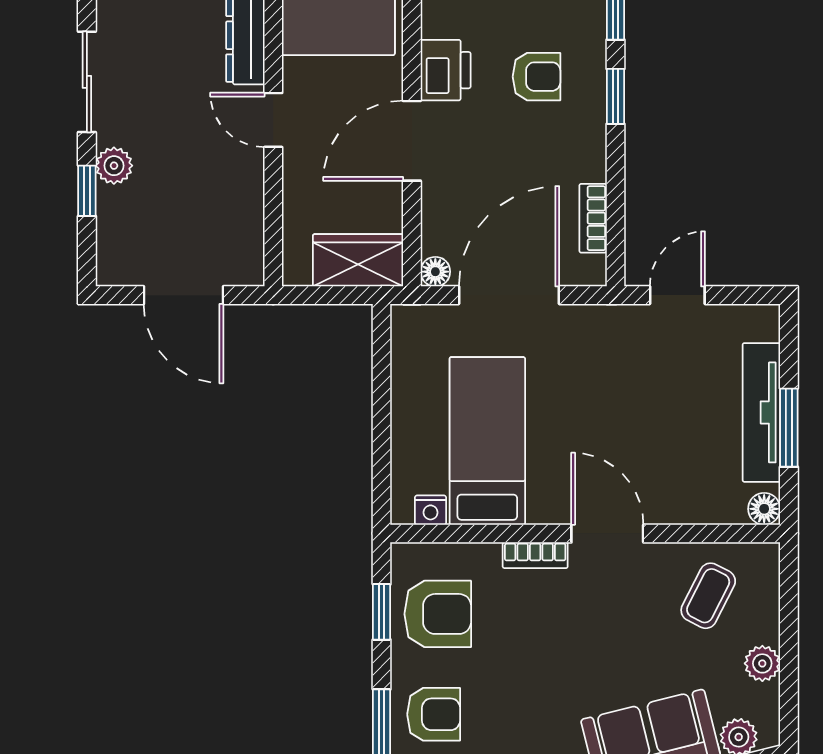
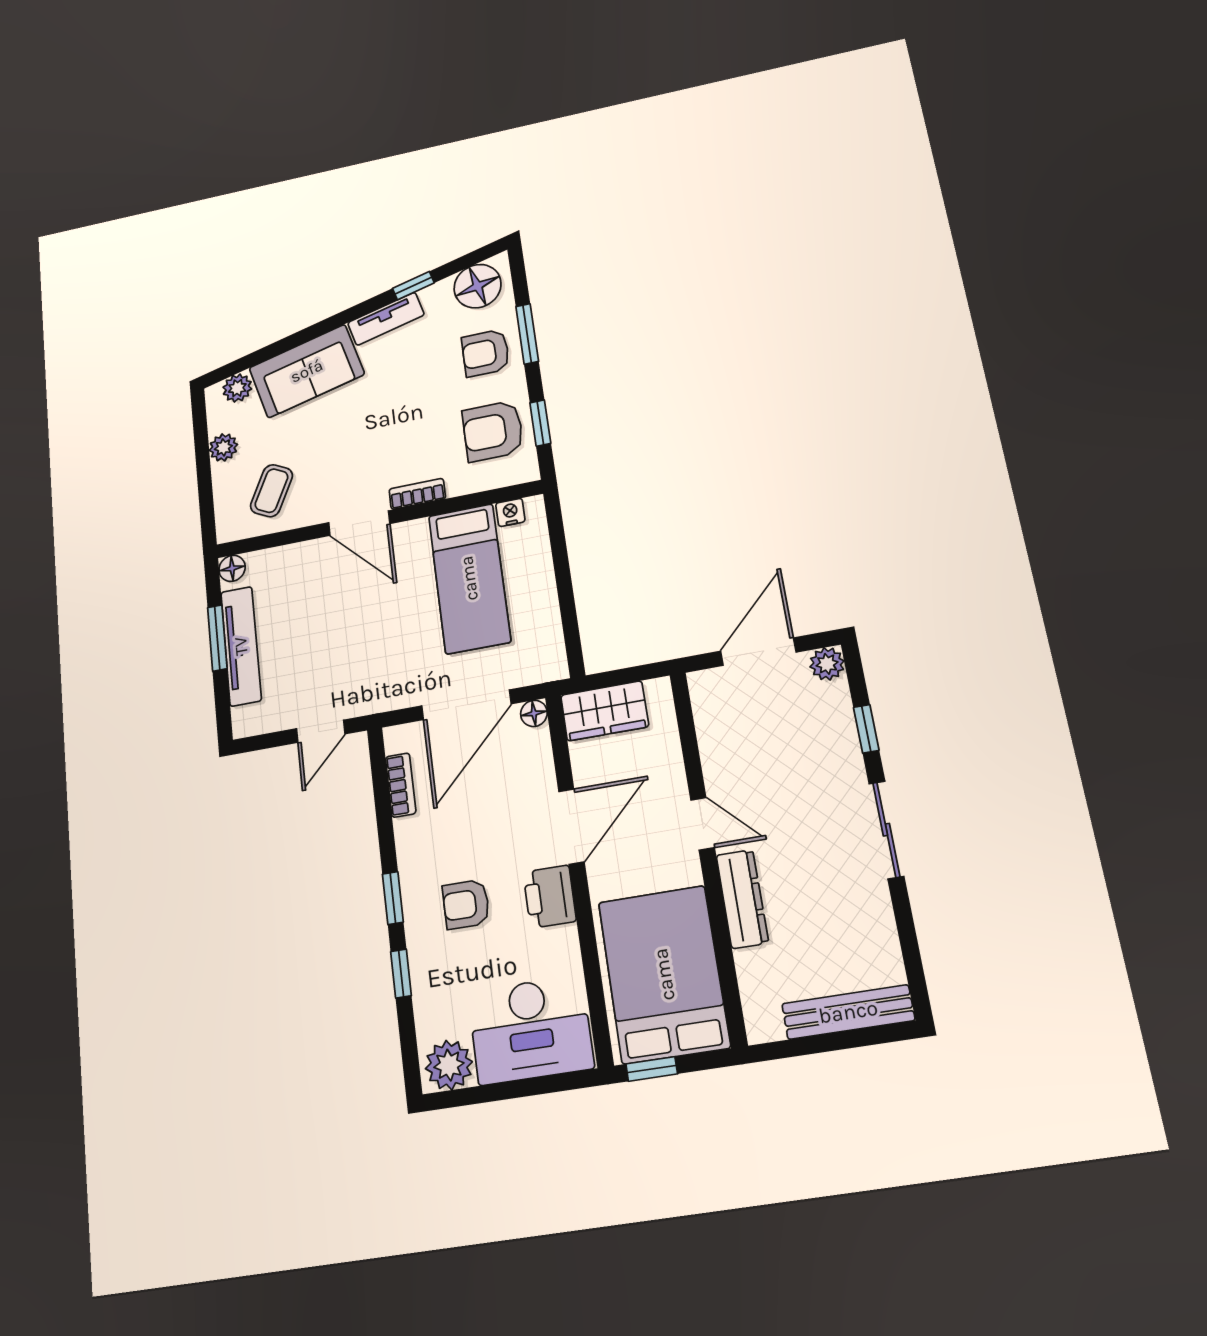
plant: (114, 166) -> (827, 664), moved
door: (184, 295) -> (758, 652), hinge flipped

